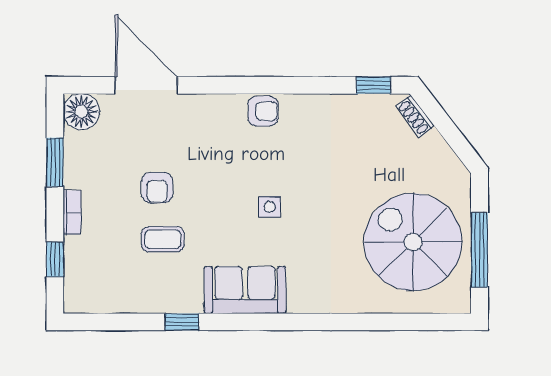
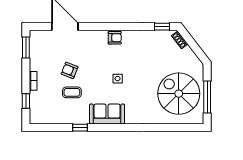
floor lamp: (81, 112) -> (37, 38), removed
window: (55, 162) -> (26, 47), moved
armchair: (157, 188) -> (70, 70), turned 112

